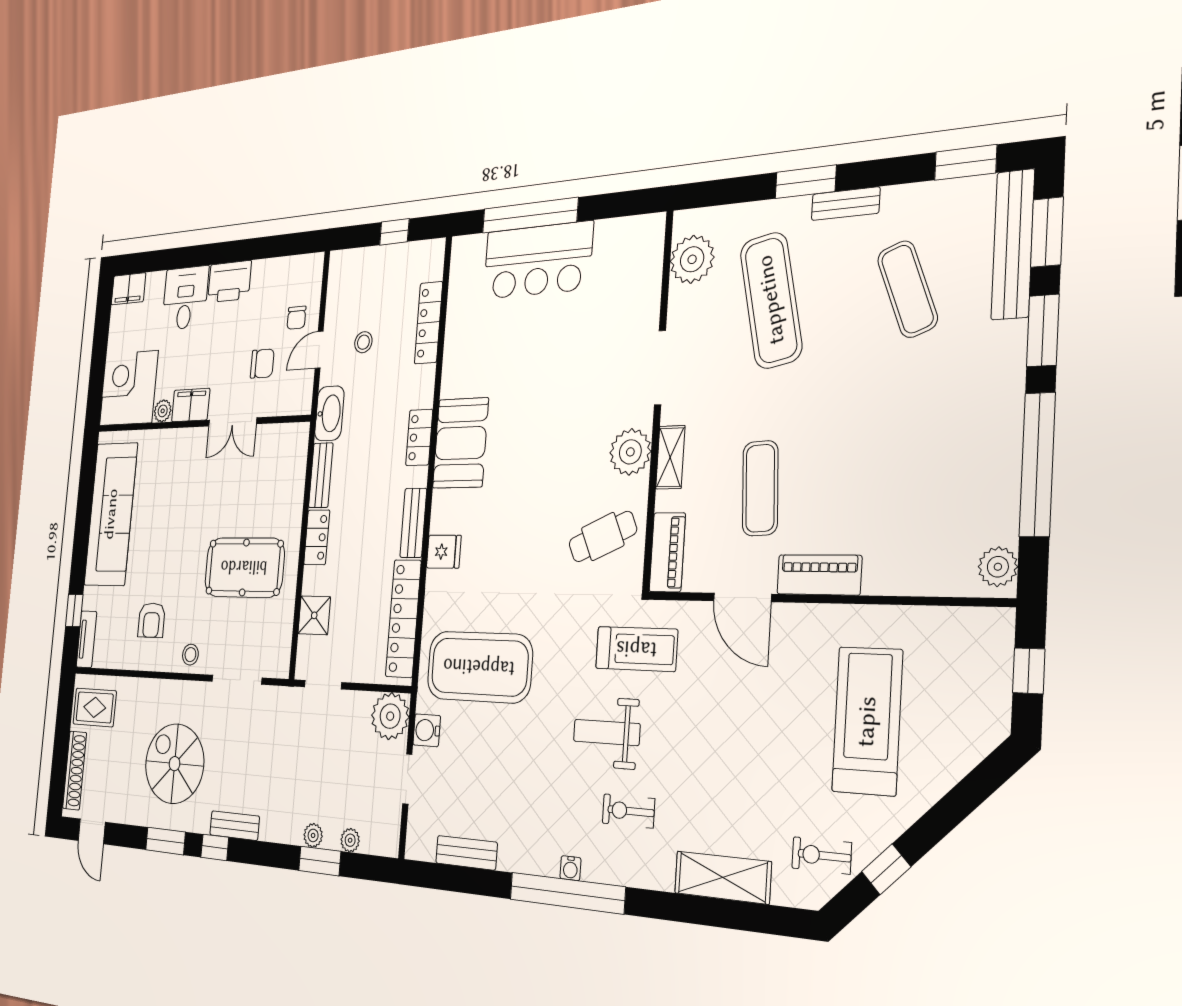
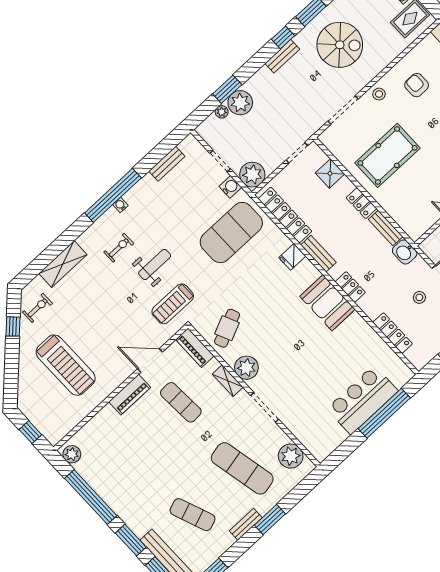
washbasin: (329, 413) -> (405, 252), width x0.72
plant: (313, 835) -> (240, 103), width x1.88, depth x1.88

